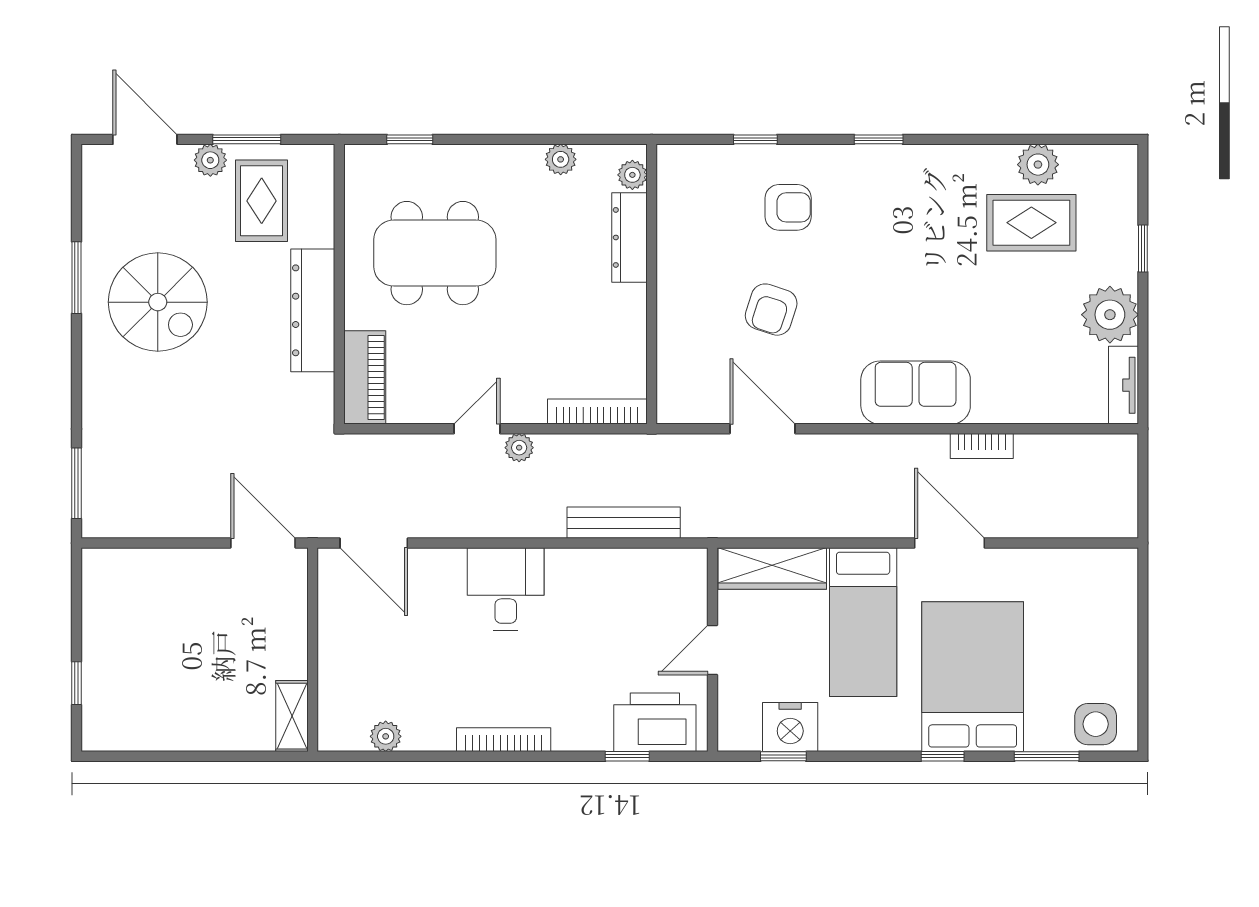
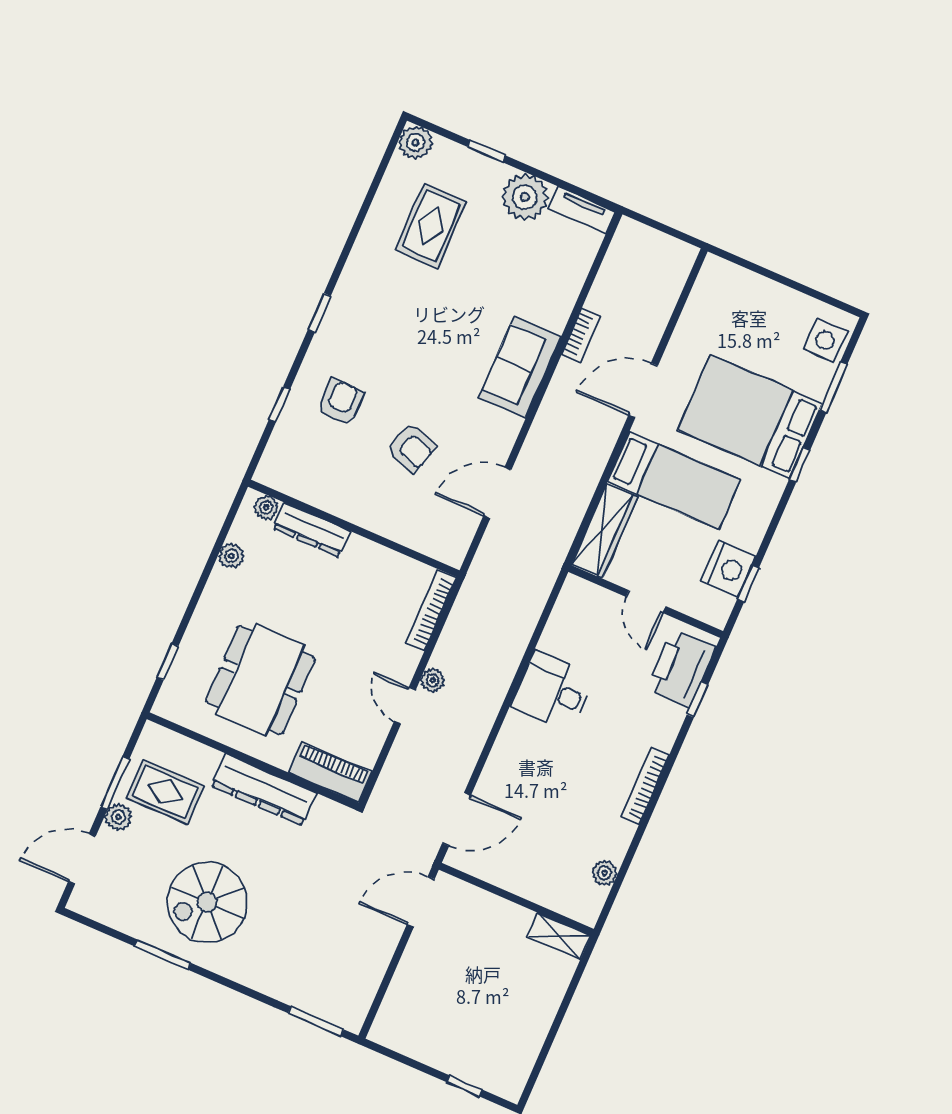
plant: (1038, 165) -> (416, 143), moved
spiral stairs: (158, 302) -> (207, 902), turned 180
bench: (624, 523) -> (522, 627), removed
desk: (506, 589) -> (553, 691), moved

